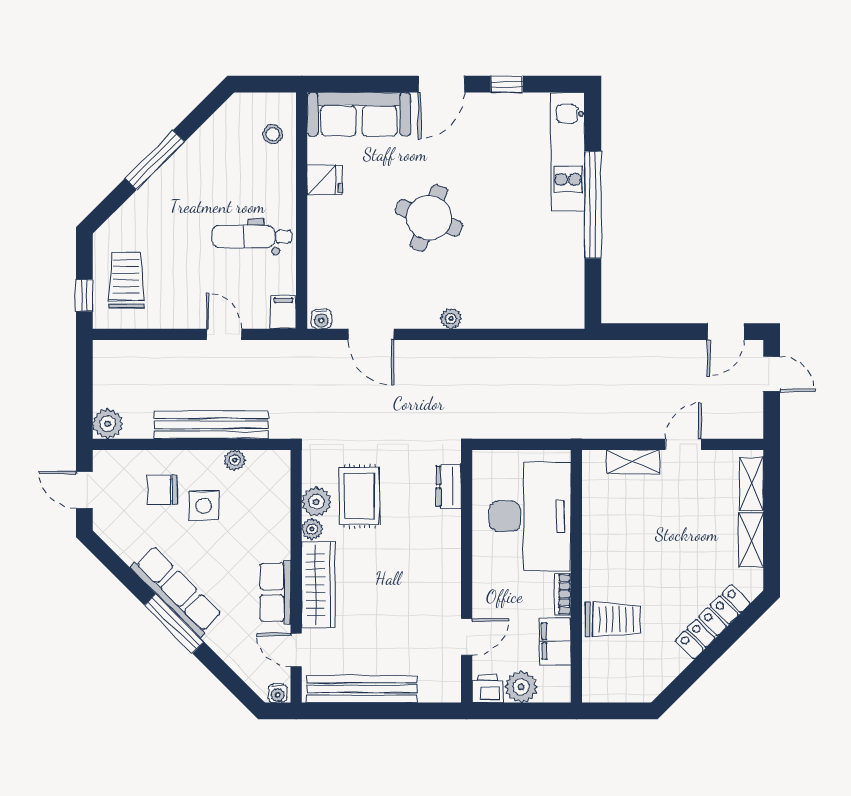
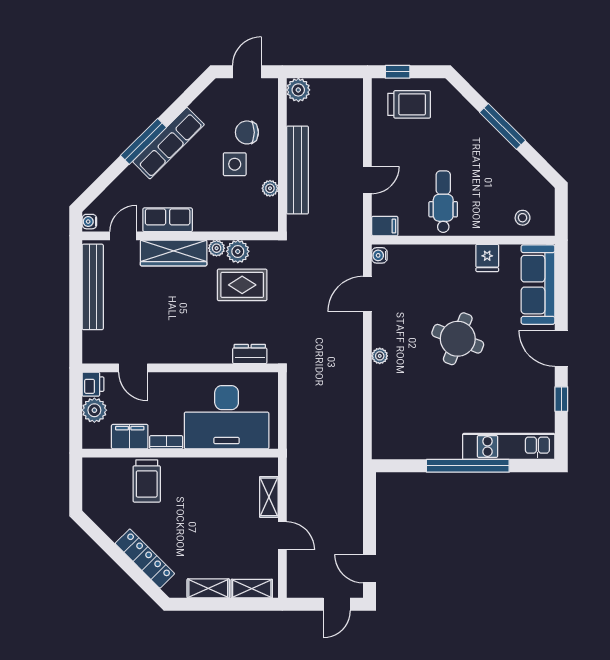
chair: (163, 490) -> (247, 132), turned -90

